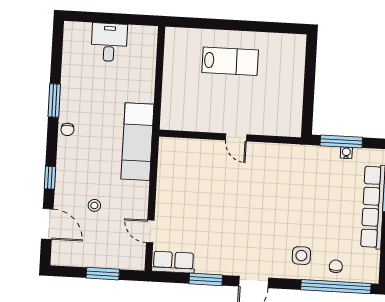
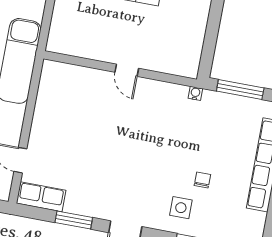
water cooler: (346, 153) -> (195, 93), moved
chair: (336, 266) -> (202, 180), moved

